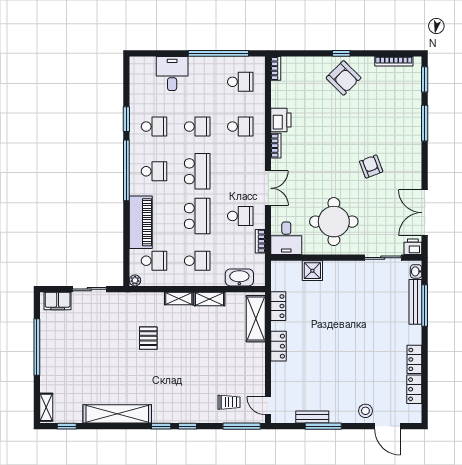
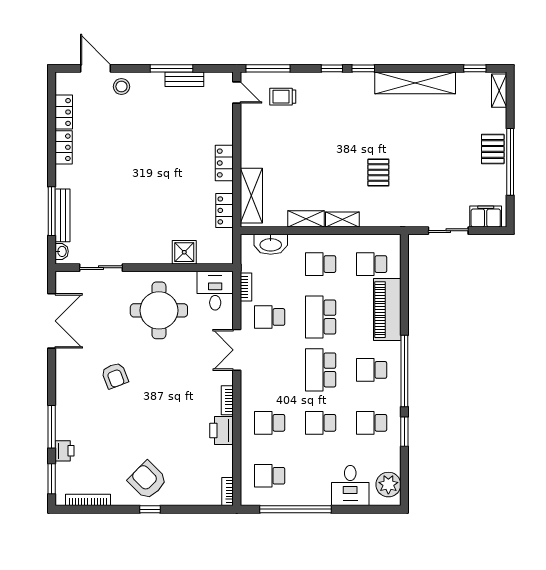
printer: (413, 247) -> (64, 451), moved, turned -90
plant: (135, 280) -> (388, 485), moved, width x1.87, depth x1.87
pallet: (52, 358) -> (493, 149), added

